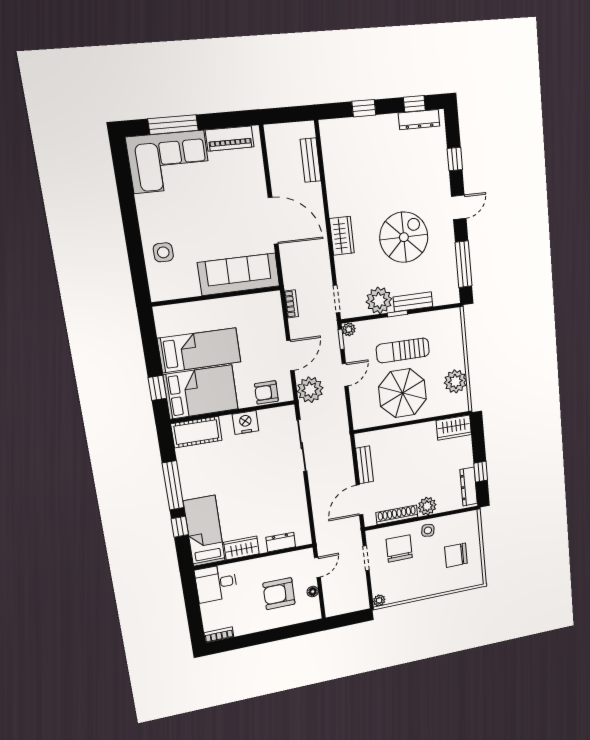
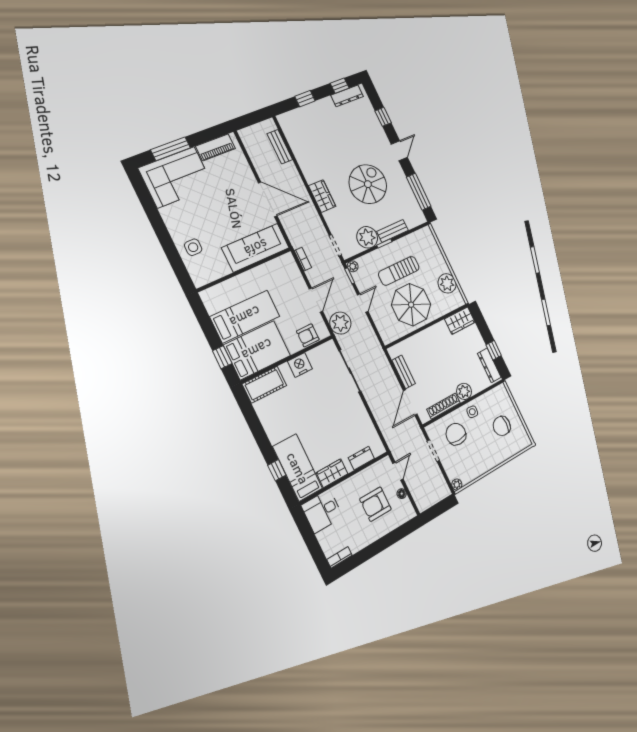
window: (173, 485) -> (260, 436), removed

